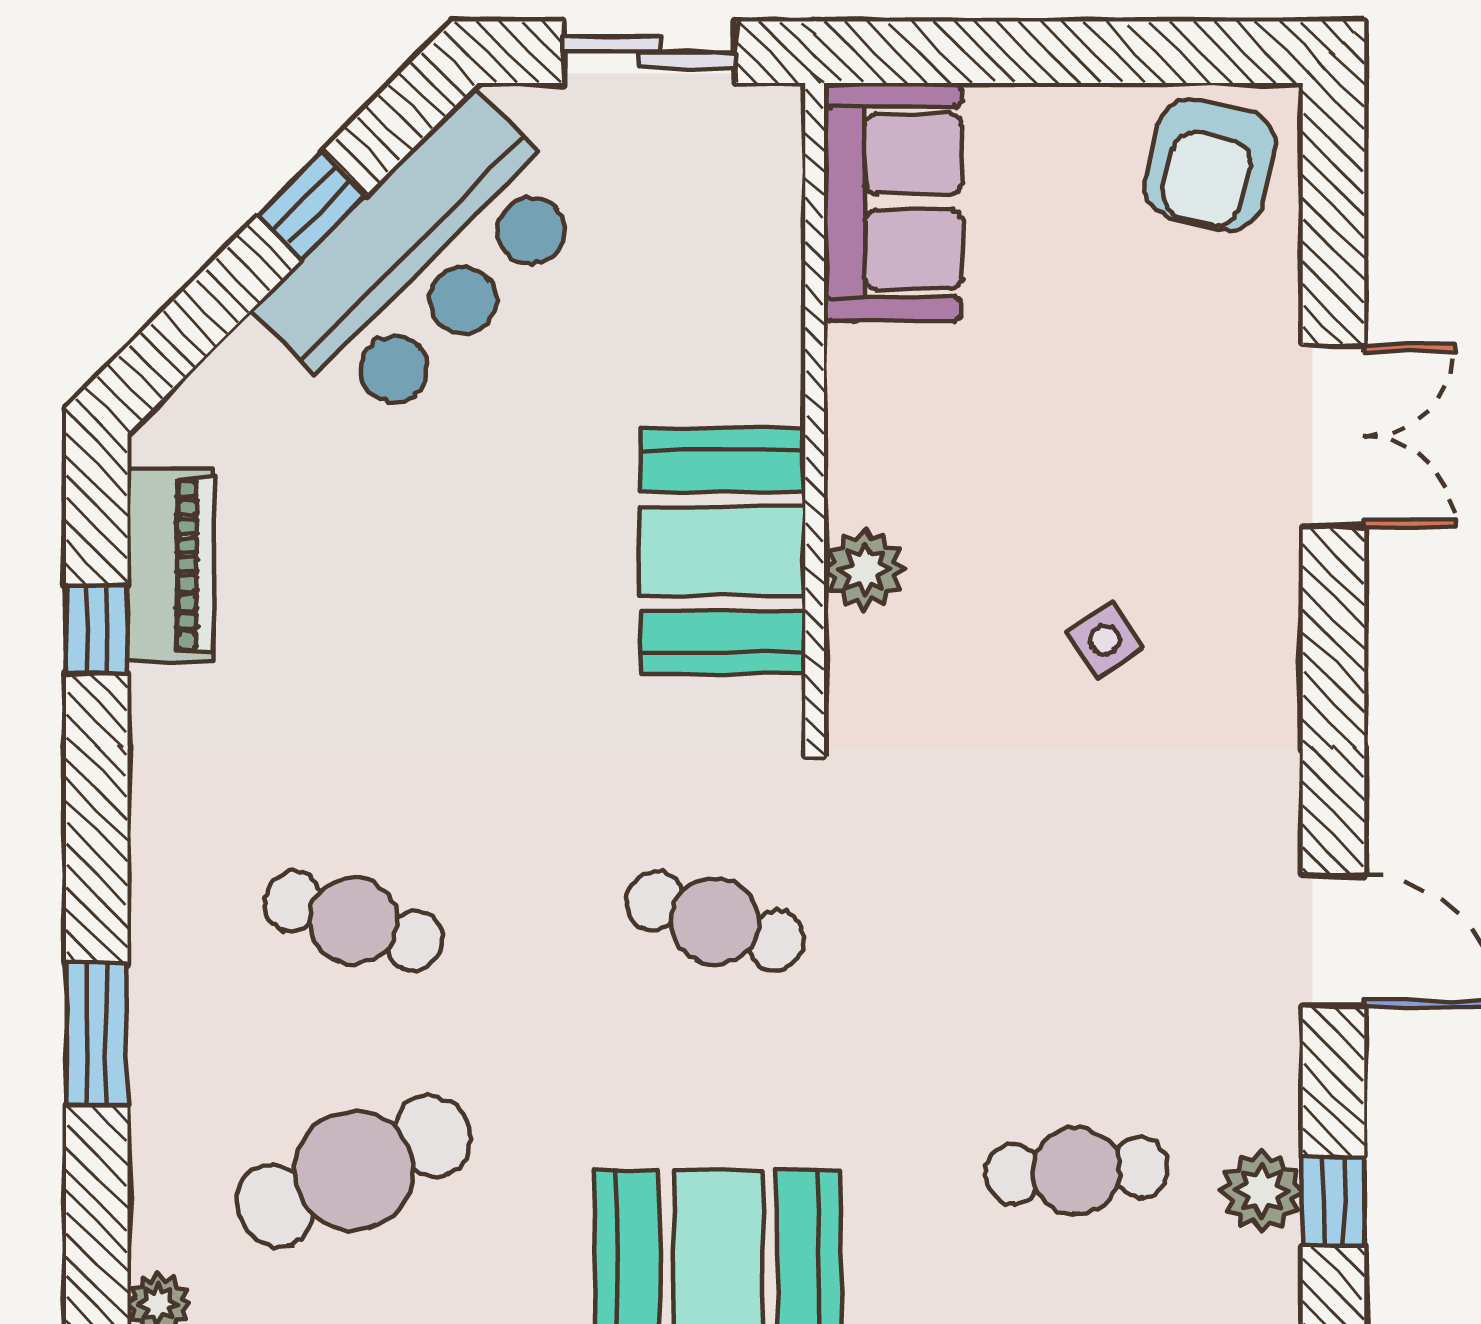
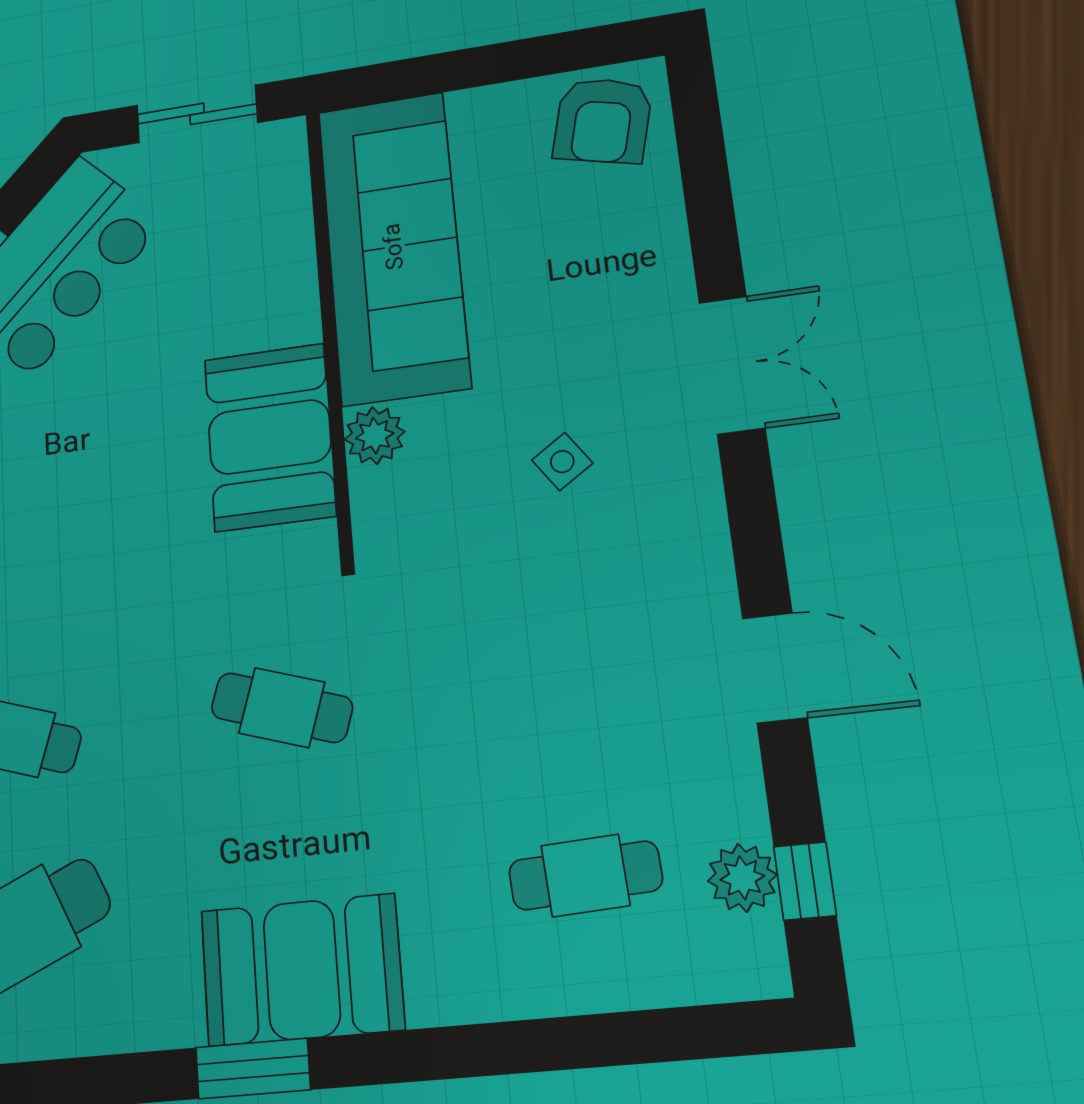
sofa: (893, 202) -> (393, 247), width x1.85, depth x1.27
double door: (1334, 436) -> (732, 365), moved

